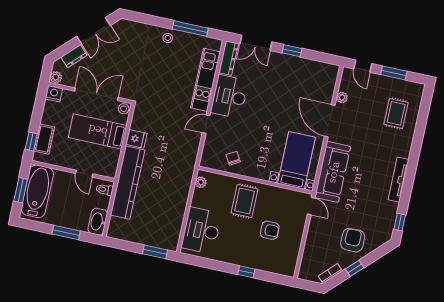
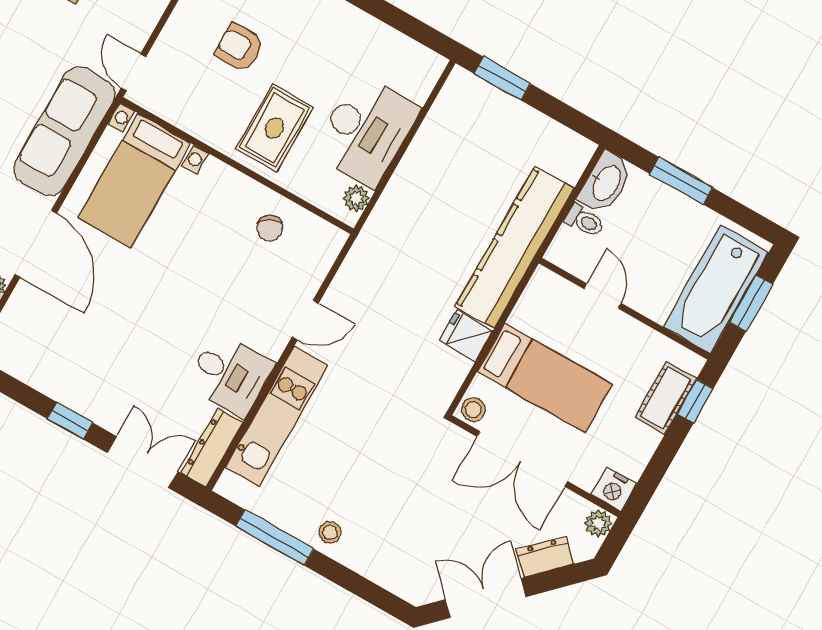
desk: (229, 97) -> (230, 375), width x0.73
toilet: (105, 190) -> (584, 221), moved
desk: (201, 231) -> (366, 131), moved

